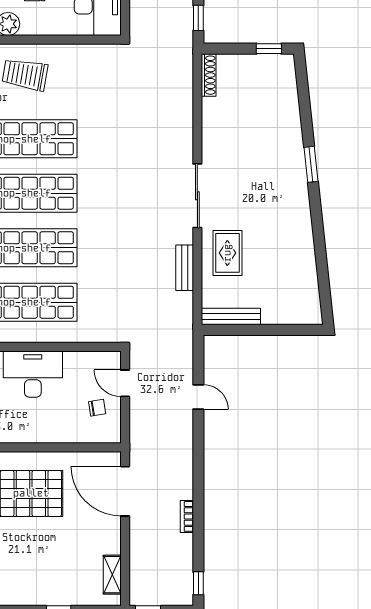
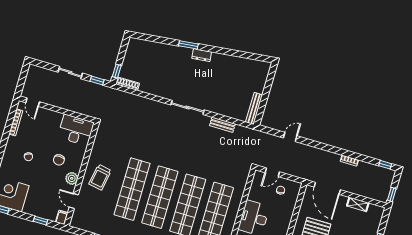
window: (269, 49) -> (117, 71), moved
dresser: (299, 194) -> (202, 55), added
rug: (227, 253) -> (221, 101), removed
door: (125, 491) -> (327, 188), hinge flipped
shelving: (112, 575) -> (358, 204), moved

